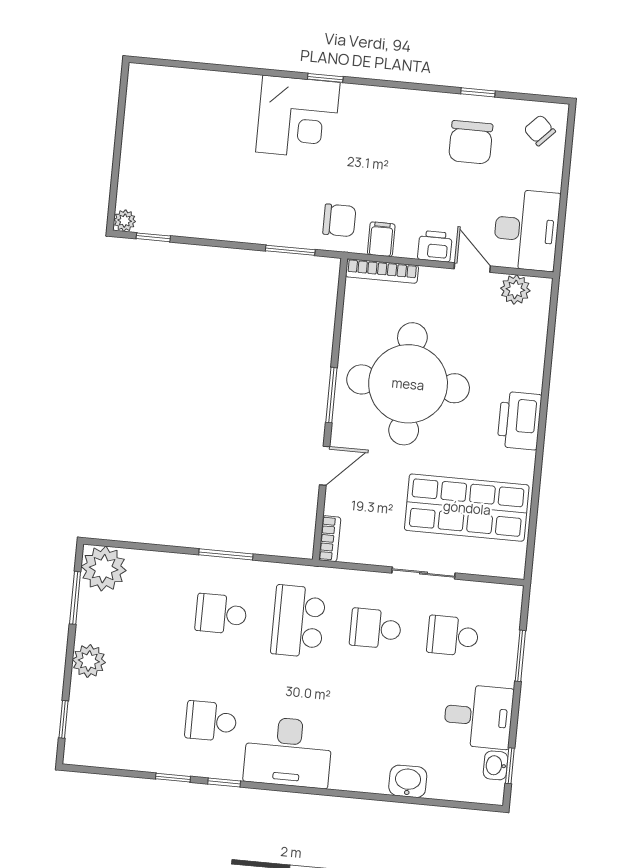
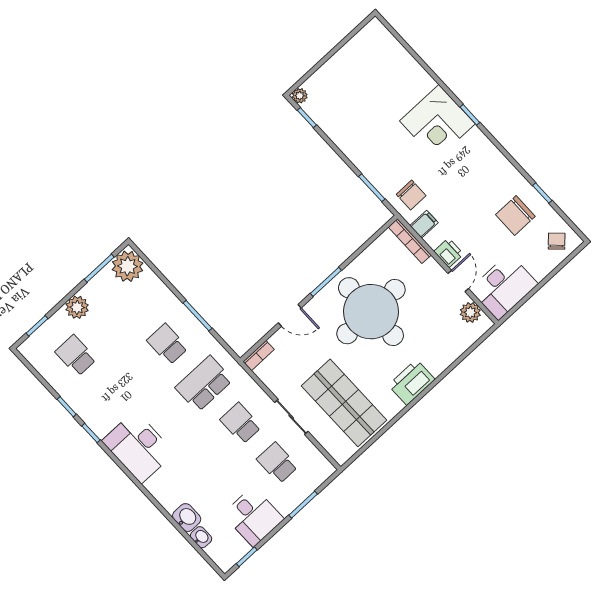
school desk: (211, 721) -> (76, 356), moved
washbasin: (496, 765) -> (201, 537), moved, turned 90

